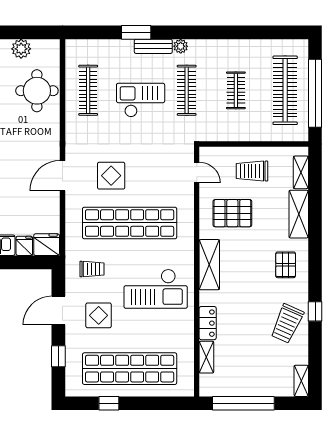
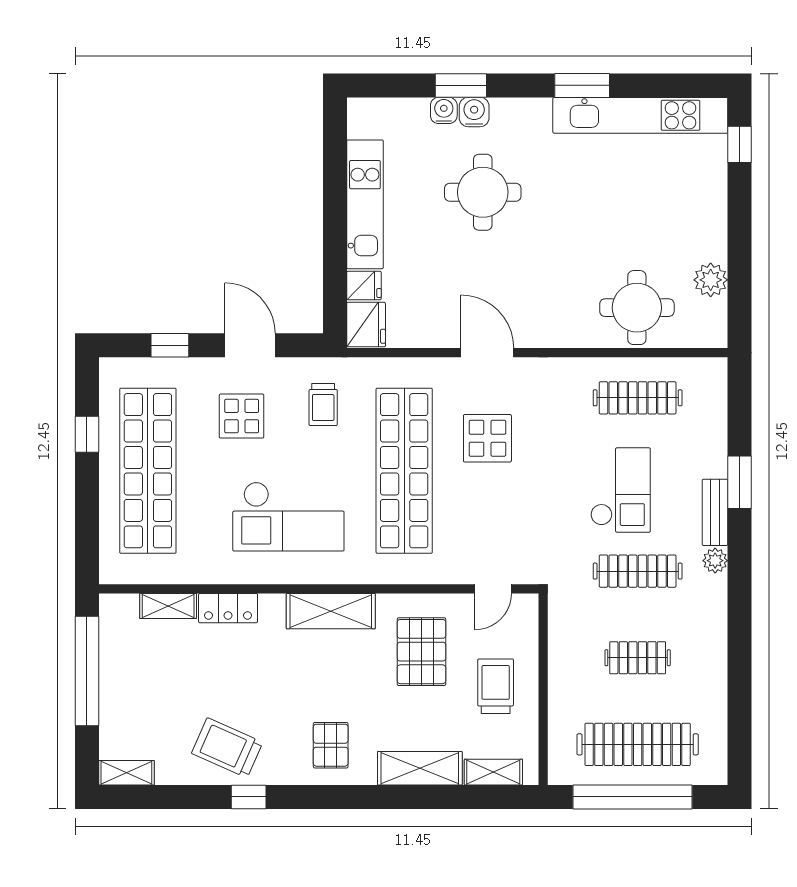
pallet: (286, 265) -> (331, 745), turned 90
checkout: (156, 289) -> (288, 517), turned -90

